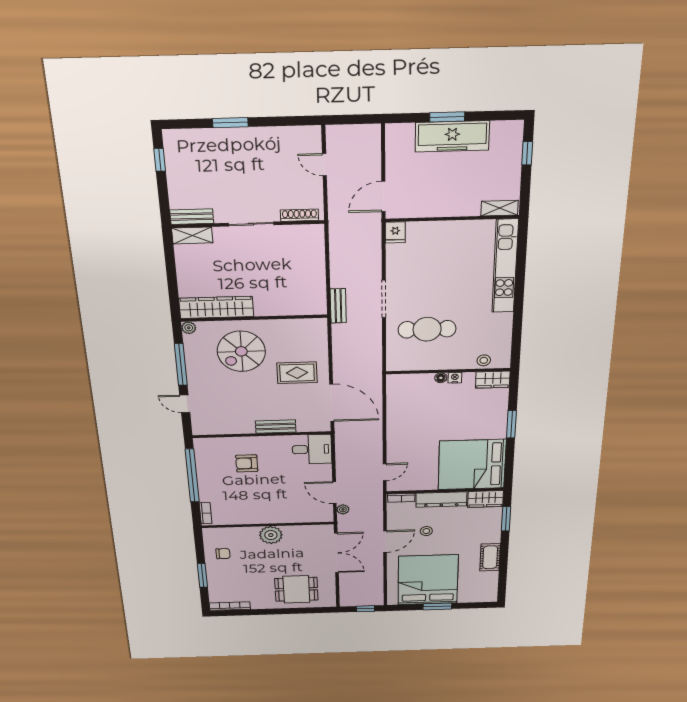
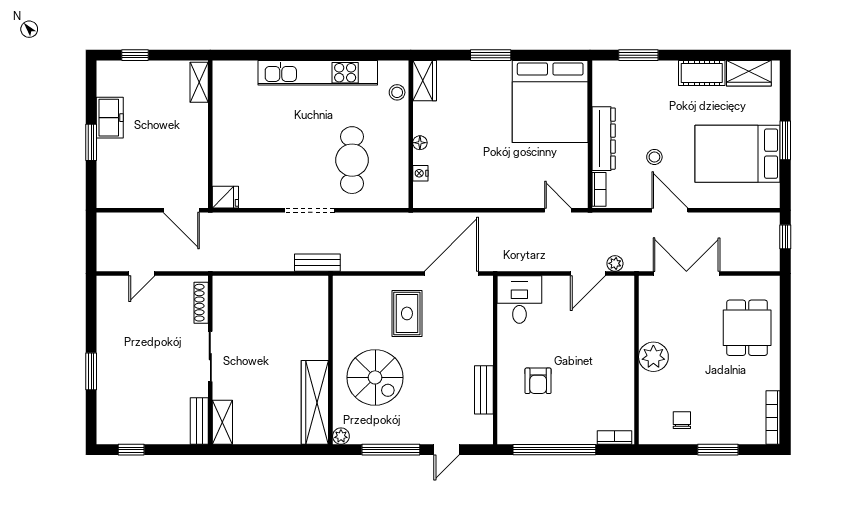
freezer: (452, 136) -> (110, 118), width x0.52, depth x0.79
kitchen unit: (505, 266) -> (318, 73), moved
nightstand: (455, 378) -> (420, 173), moved
bench: (276, 427) -> (484, 390), moved
wardrobe: (485, 499) -> (749, 73), moved, turned 90
bed: (428, 580) -> (738, 154), width x0.73

